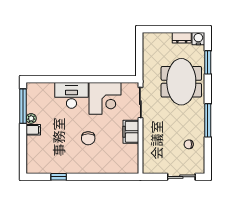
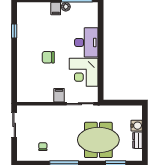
water cooler: (198, 39) -> (137, 126), moved
filing cabinet: (131, 132) -> (59, 95), width x0.50
sliding door: (181, 177) -> (14, 125), moved

